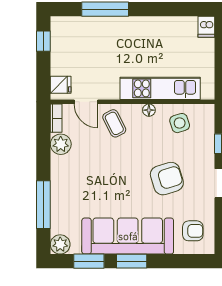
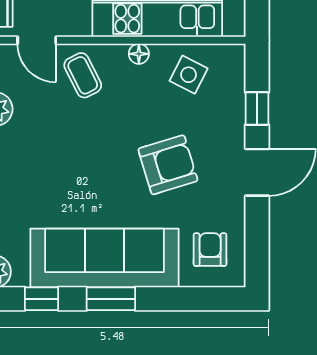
side table: (180, 123) -> (189, 75), turned 45
armchair: (193, 231) -> (210, 250), turned -90
window: (89, 261) -> (42, 299), width x0.67

